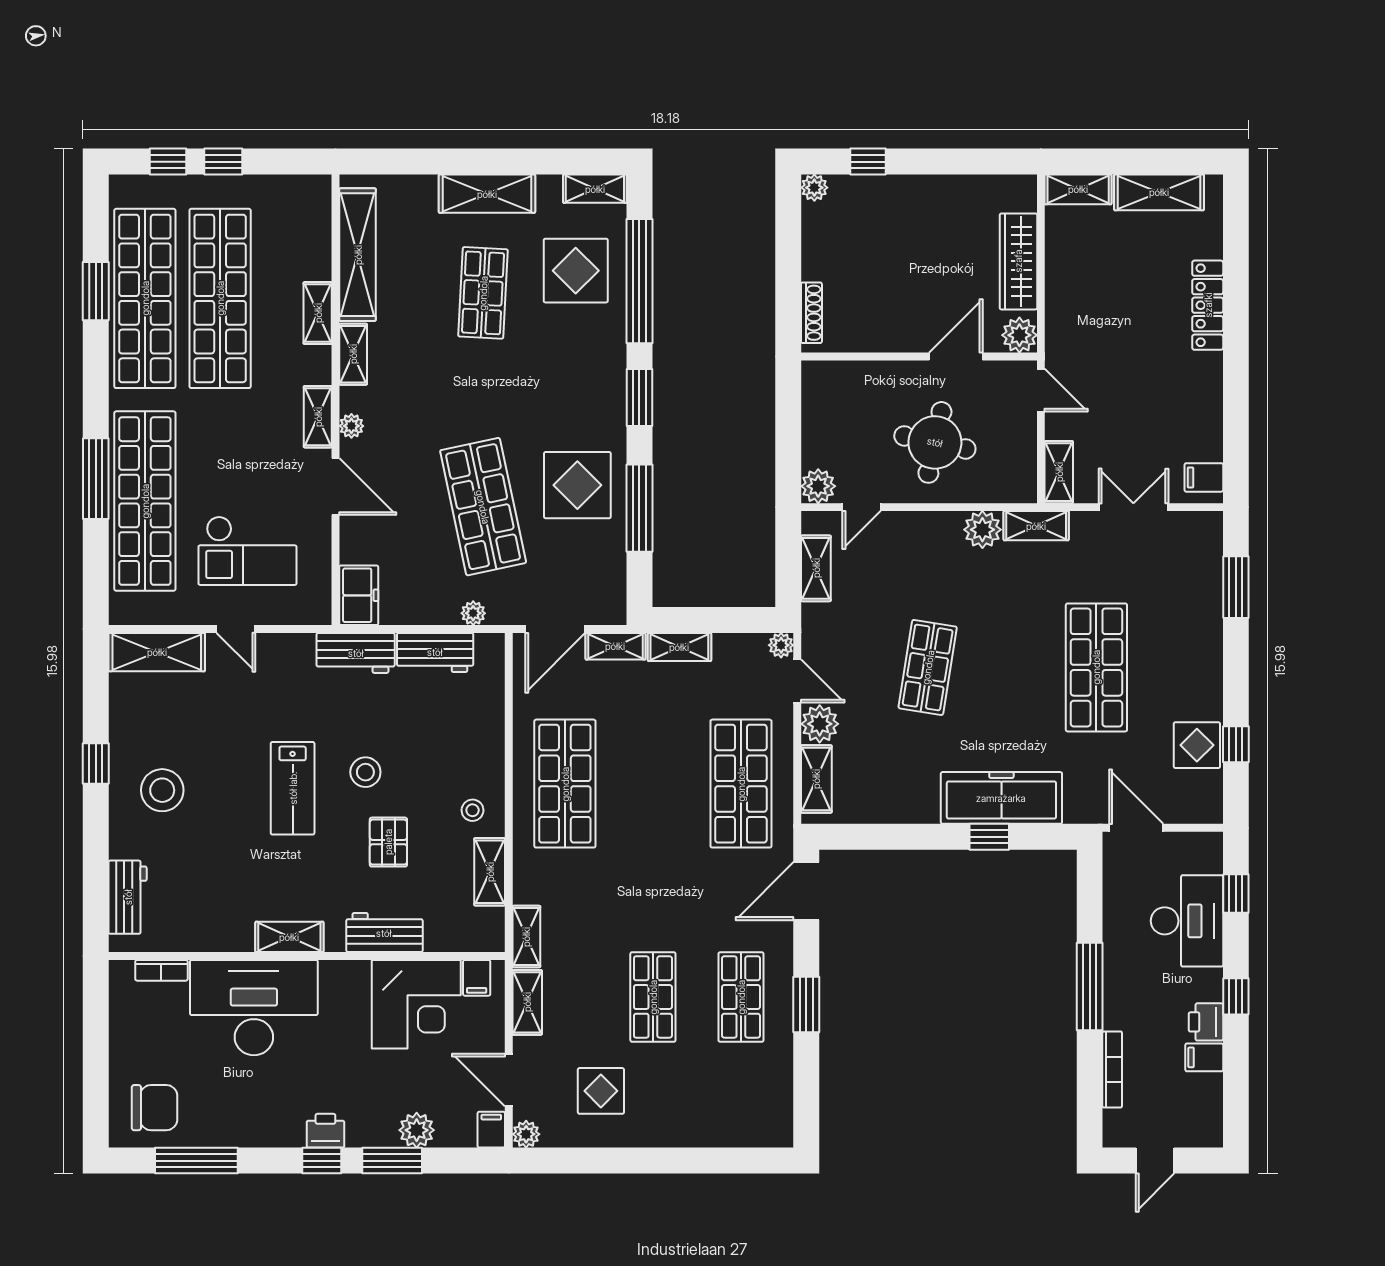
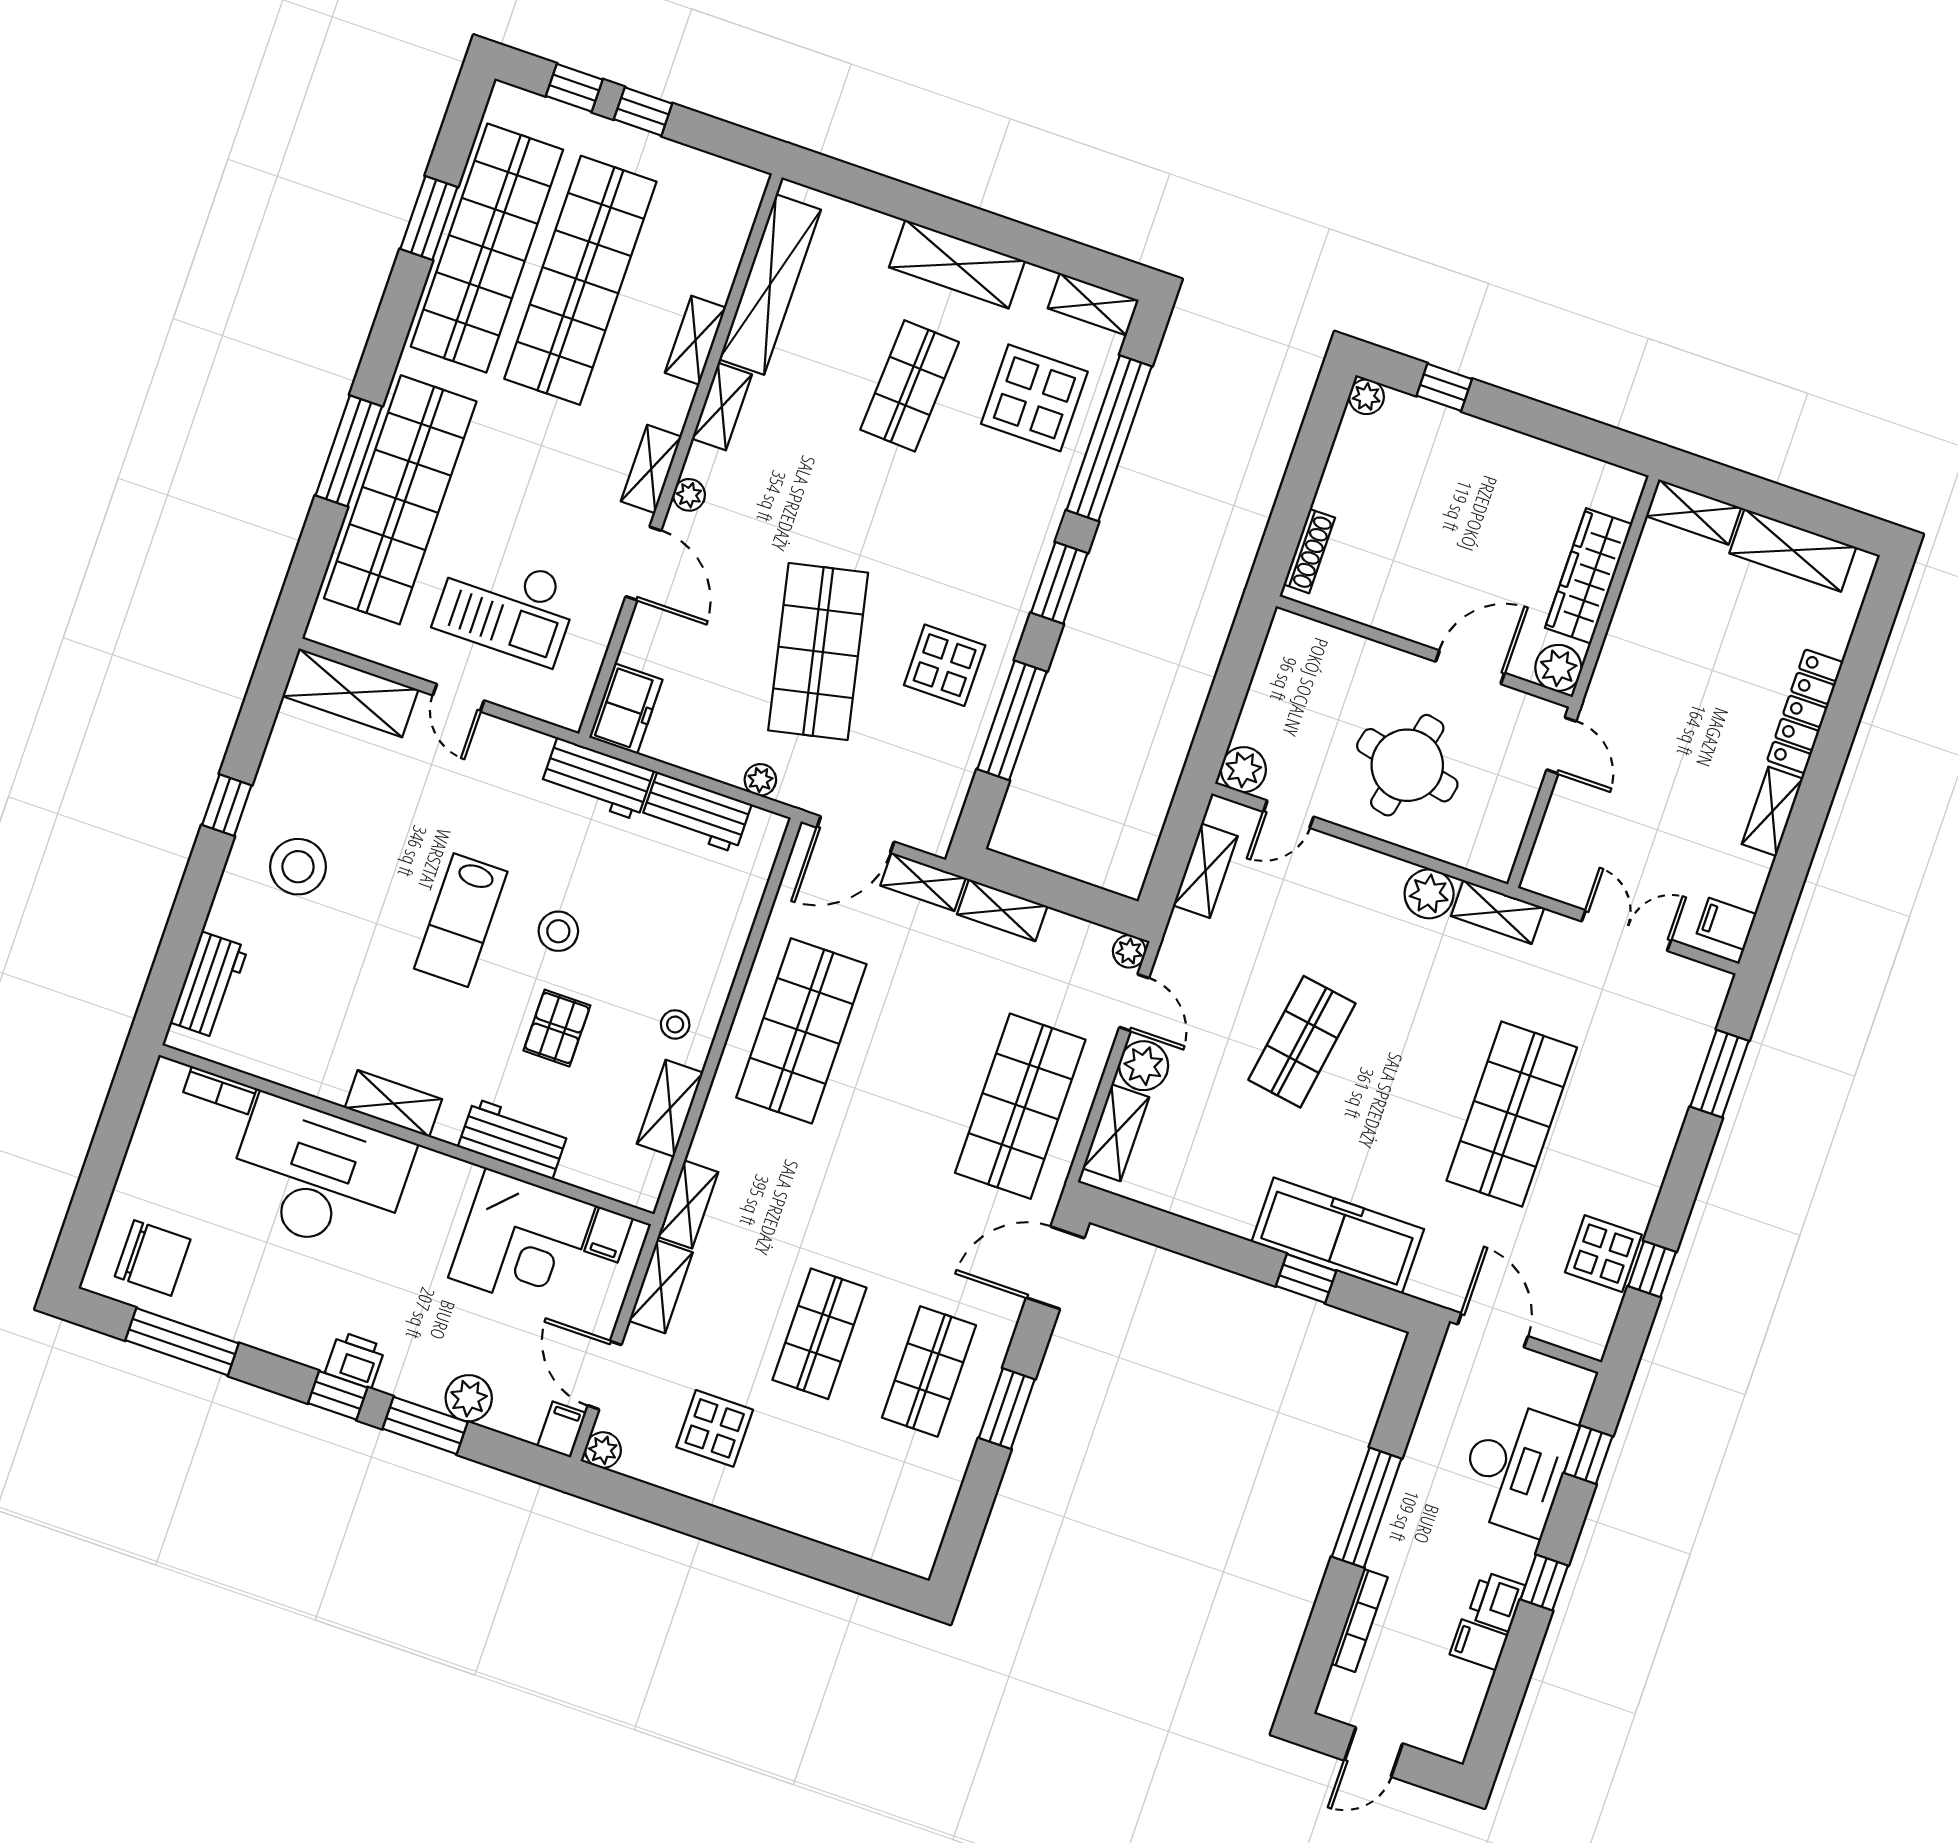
shelving: (1059, 472) -> (1772, 811), moved
display table: (577, 485) -> (945, 665), width x0.73, depth x0.73

